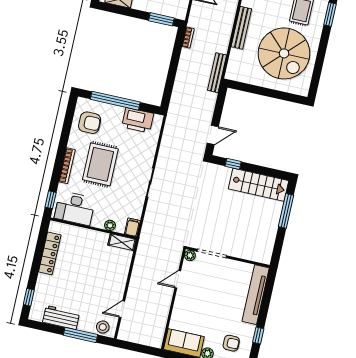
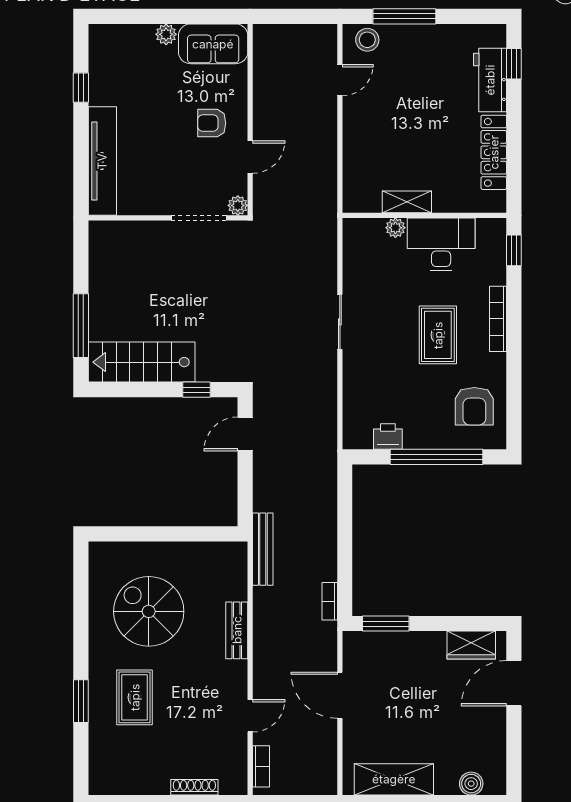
bench: (241, 28) -> (237, 630), width x0.73
spiral stairs: (284, 53) -> (149, 611), width x0.73, depth x0.73
printer: (138, 120) -> (388, 436), width x0.53, depth x0.68
armchair: (90, 123) -> (474, 406), turned -90
rug: (100, 164) -> (438, 335), width x0.73, depth x0.70
desk: (75, 208) -> (441, 244), moved
filing cabinet: (132, 227) -> (354, 233), removed
shelving: (122, 242) -> (407, 202), moved
workbench: (61, 317) -> (490, 80), moved, turned 90
armchair: (231, 343) -> (212, 123), moved

